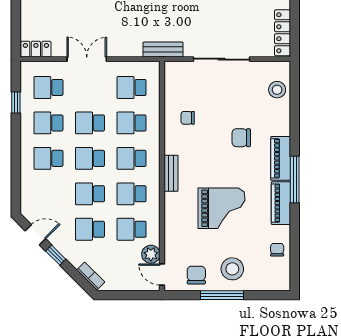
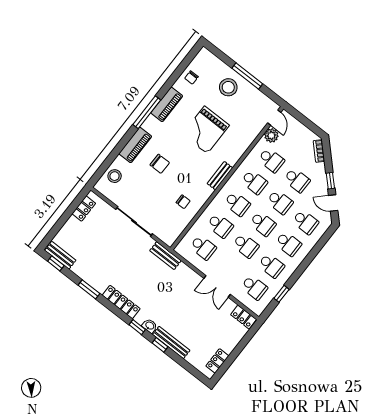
locker: (283, 33) -> (84, 209), width x0.66
piano: (281, 158) -> (135, 145), moved
school desk: (48, 194) -> (305, 222), added
grand piano: (221, 208) -> (206, 130), turned -90
chair: (196, 275) -> (253, 101), removed

